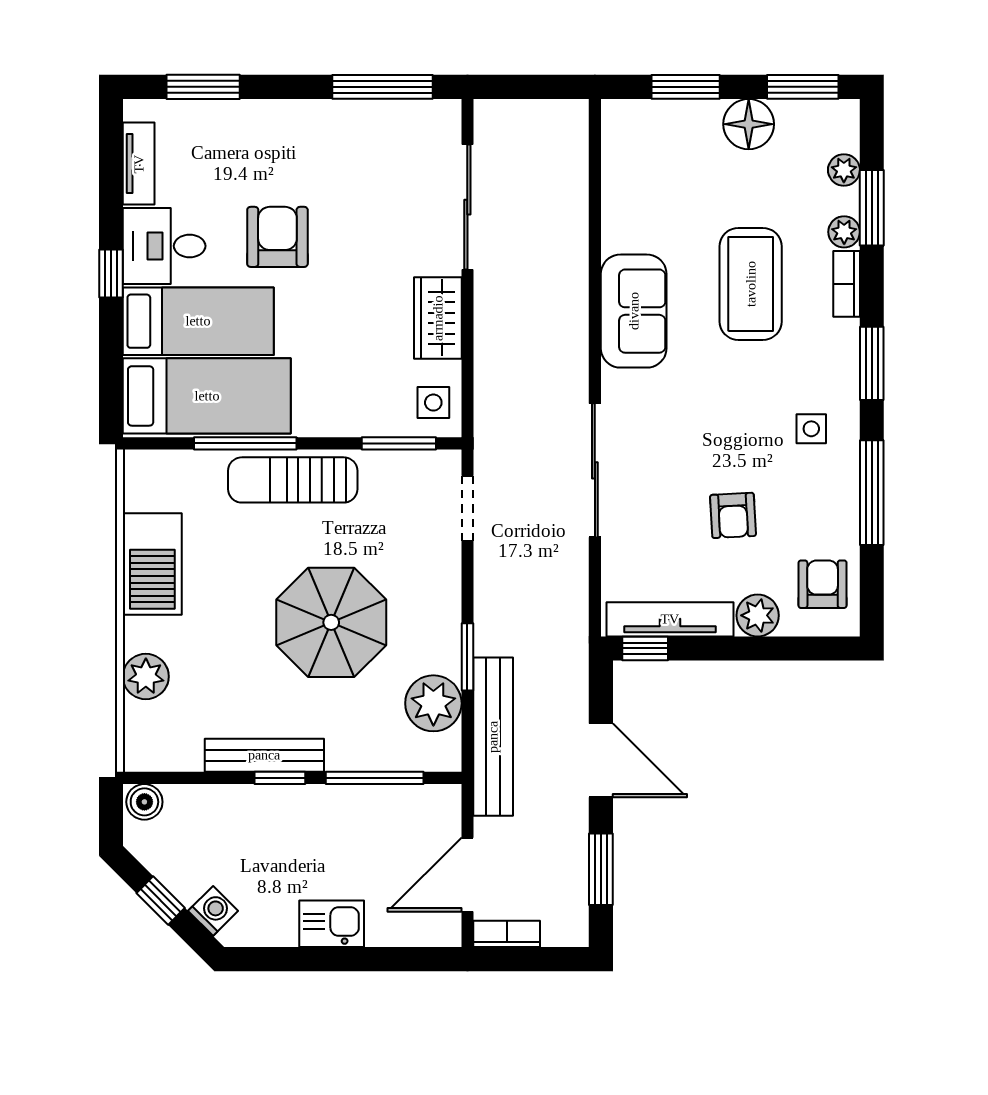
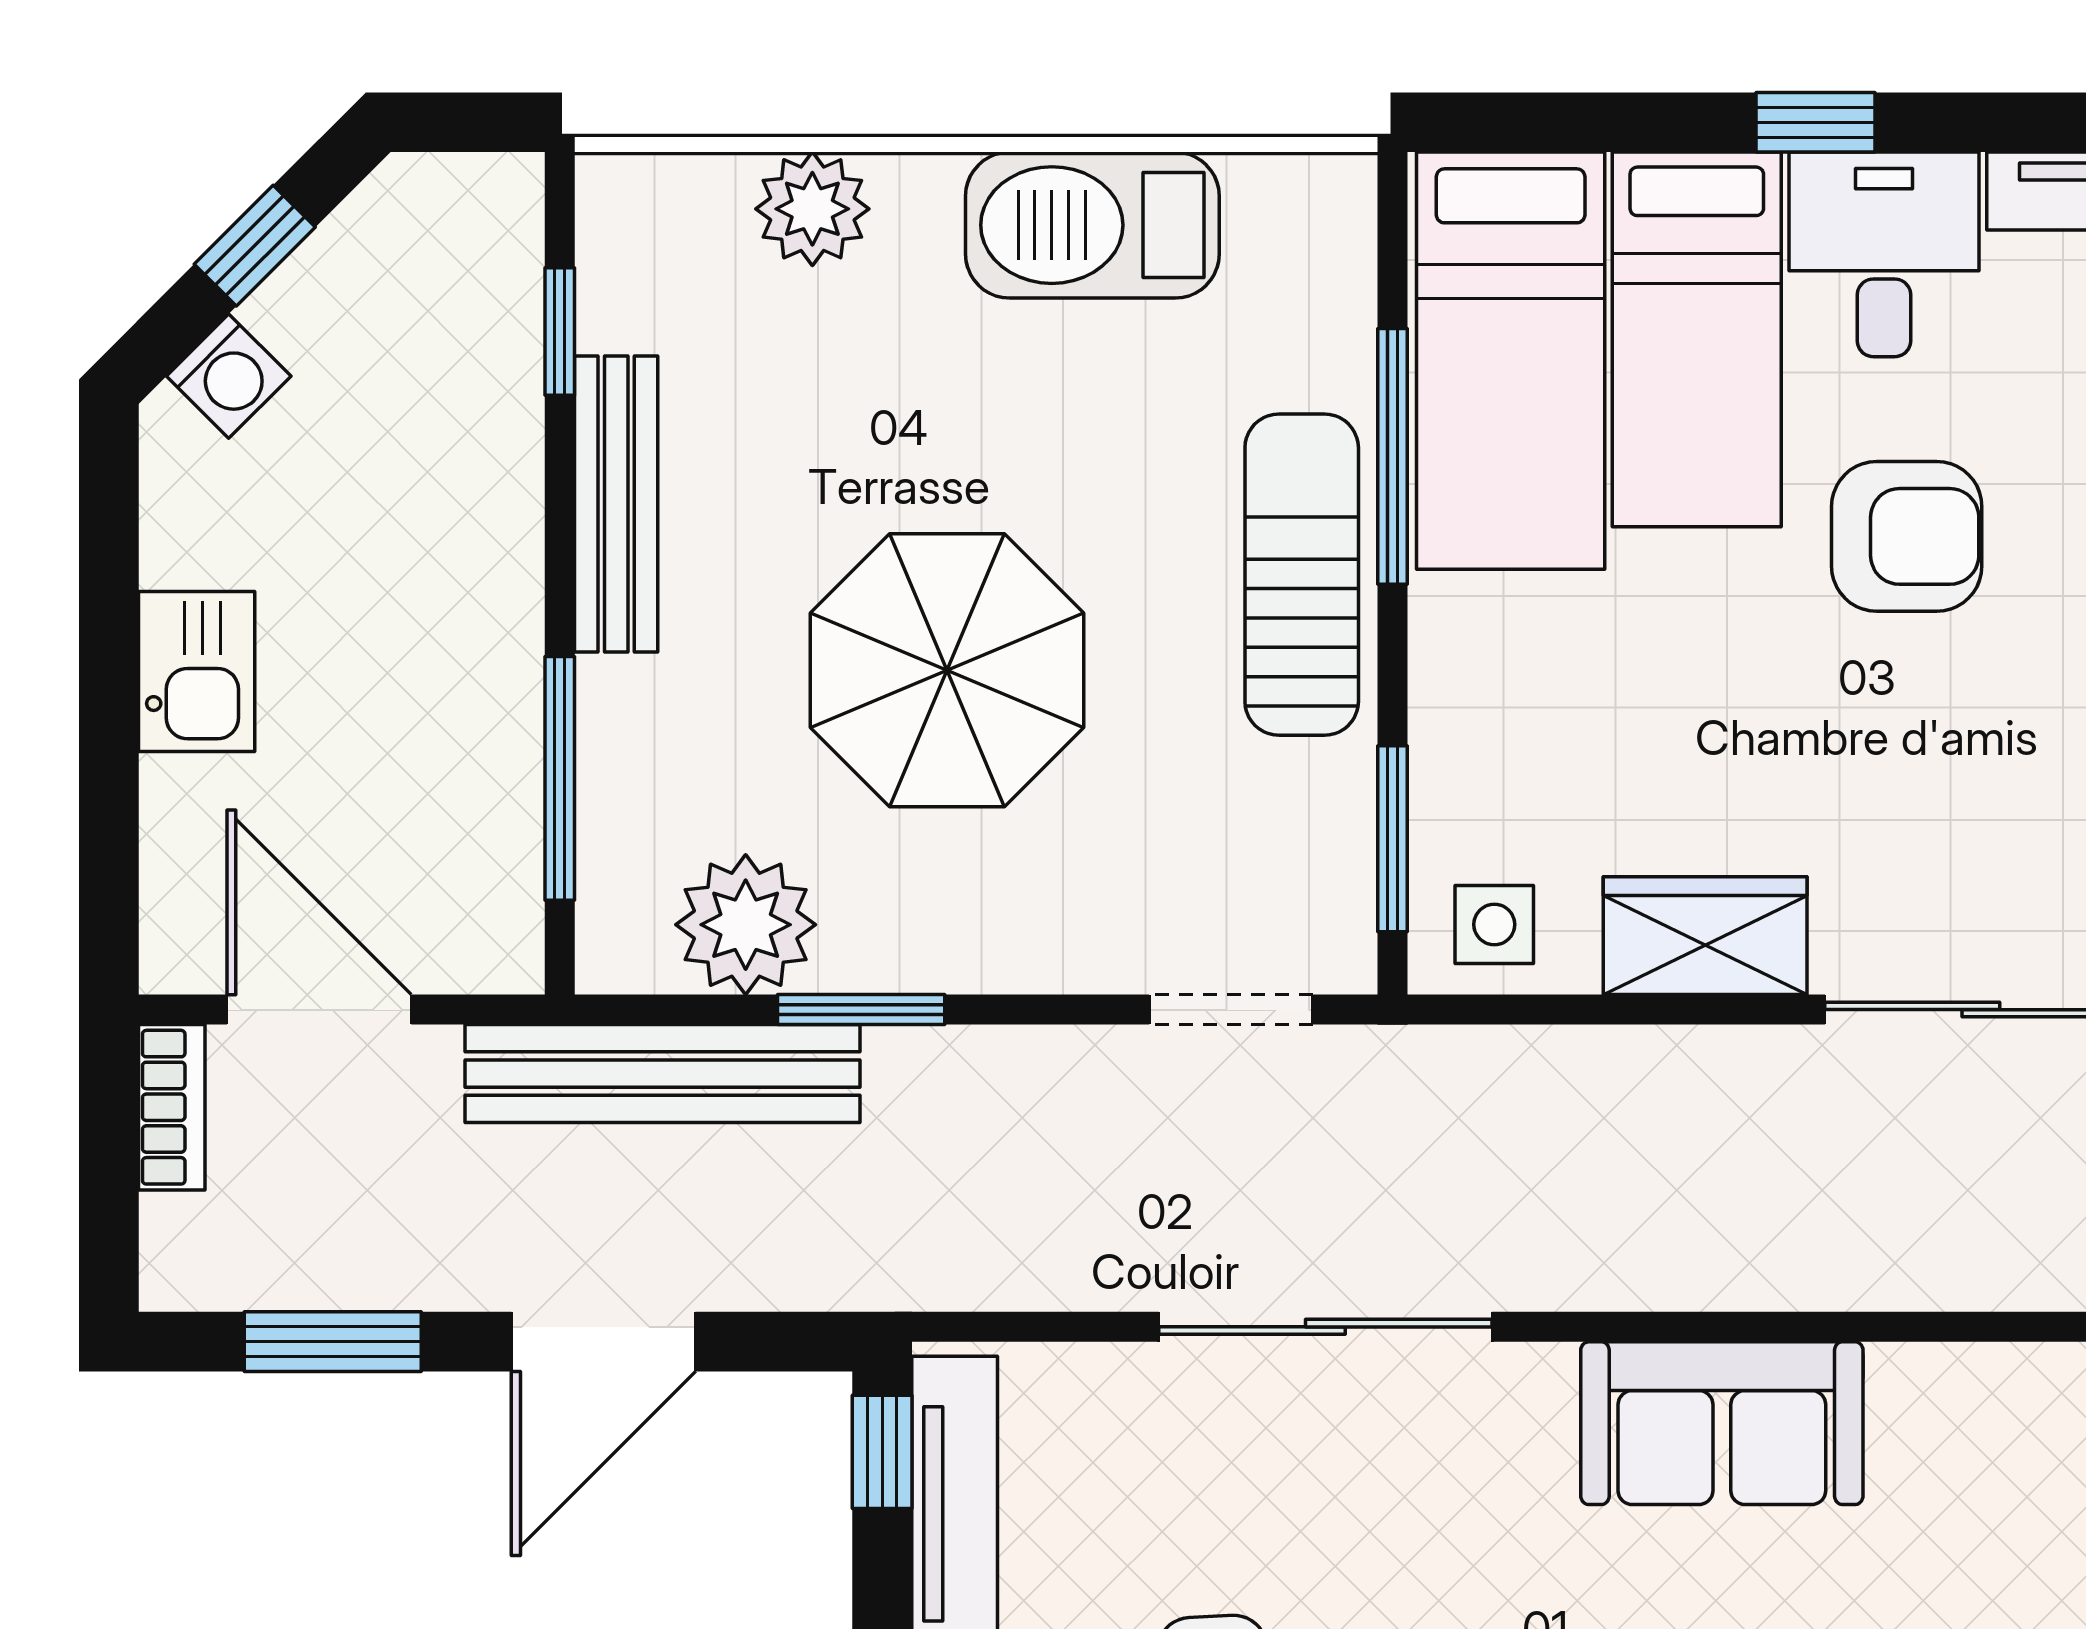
window: (280, 778) -> (560, 331), moved
boiler: (144, 802) -> (500, 205), removed

